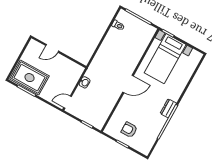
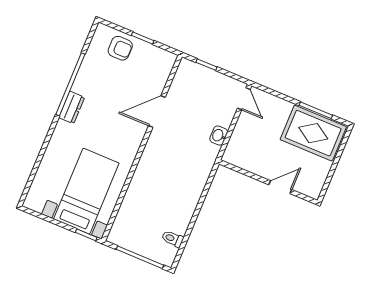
door: (128, 84) -> (157, 112), moved
door: (68, 102) -> (244, 99), hinge flipped
armchair: (129, 130) -> (120, 48), moved

